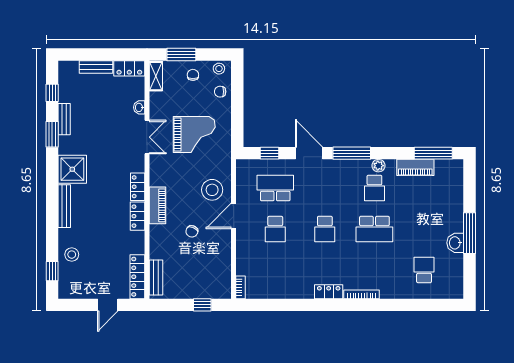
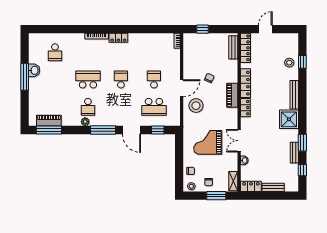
piano: (415, 167) -> (49, 120), moved
school desk: (374, 188) -> (88, 107), turned 180
locker: (138, 216) -> (246, 83), width x1.53
window: (52, 271) -> (302, 62), moved

